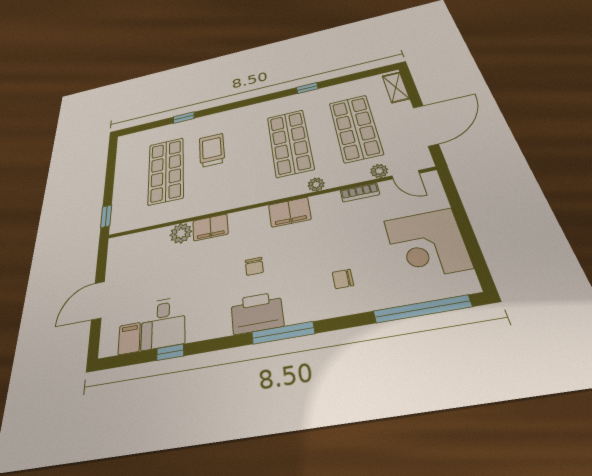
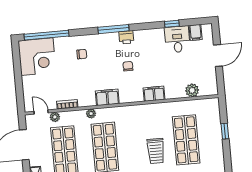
window: (106, 216) -> (225, 131), moved
plant: (181, 233) -> (192, 90), moved
corner desk: (427, 244) -> (37, 57), moved, turned 90
printer: (257, 313) -> (126, 37), width x0.53, depth x0.68

